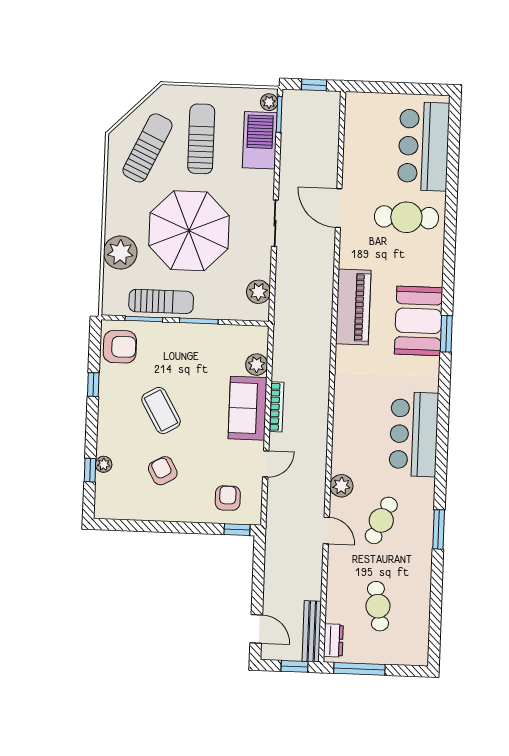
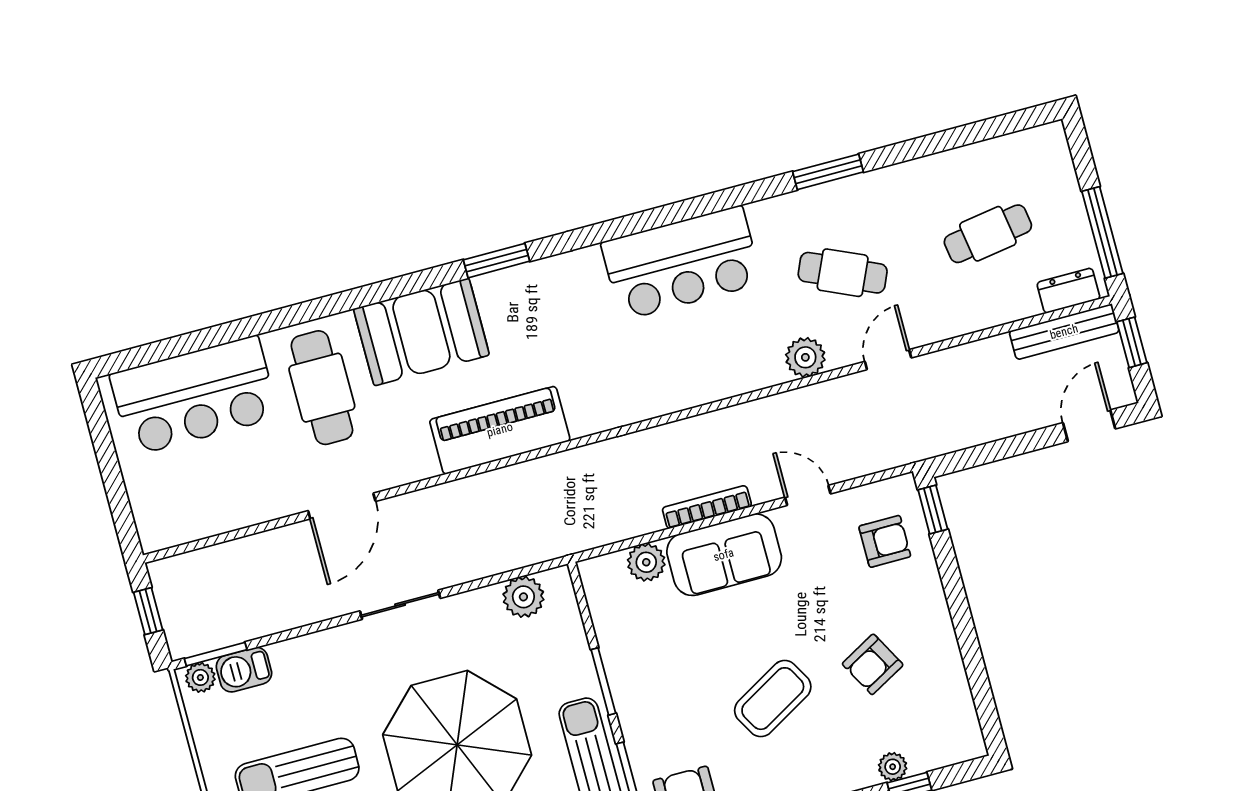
barbecue: (260, 140) -> (244, 670), width x0.53, depth x0.65
booth: (419, 321) -> (421, 332), moved
armchair: (228, 498) -> (885, 541), turned 180

